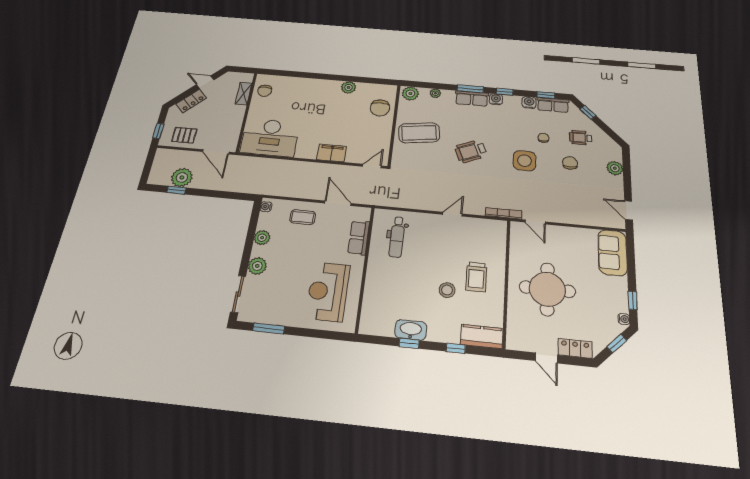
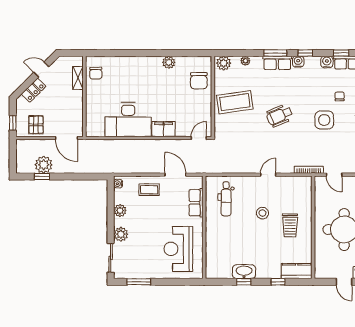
pallet: (184, 135) -> (36, 125), turned 90
desk: (270, 138) -> (128, 120), moved
stool: (447, 290) -> (262, 213), moved

